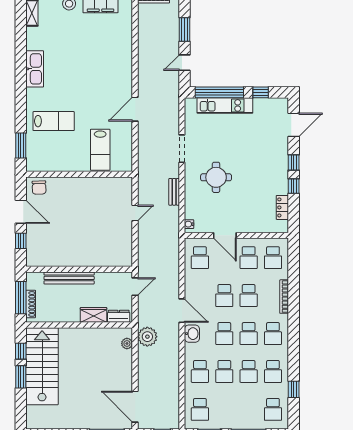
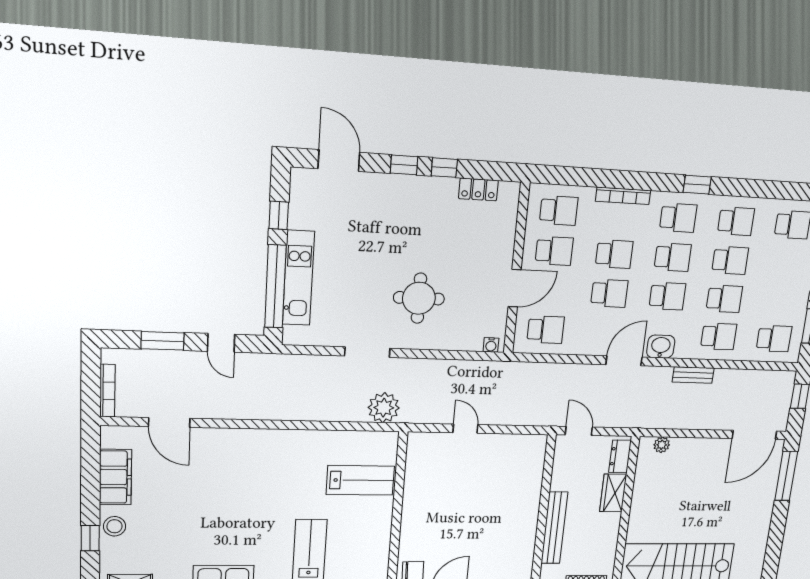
door: (135, 109) -> (169, 422), moved
bench: (174, 192) -> (693, 375), moved
plant: (147, 337) -> (384, 408), moved
window: (294, 389) -> (697, 185), moved

